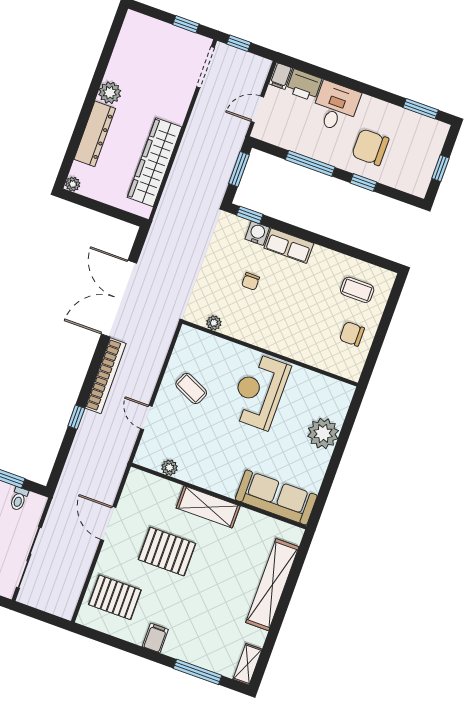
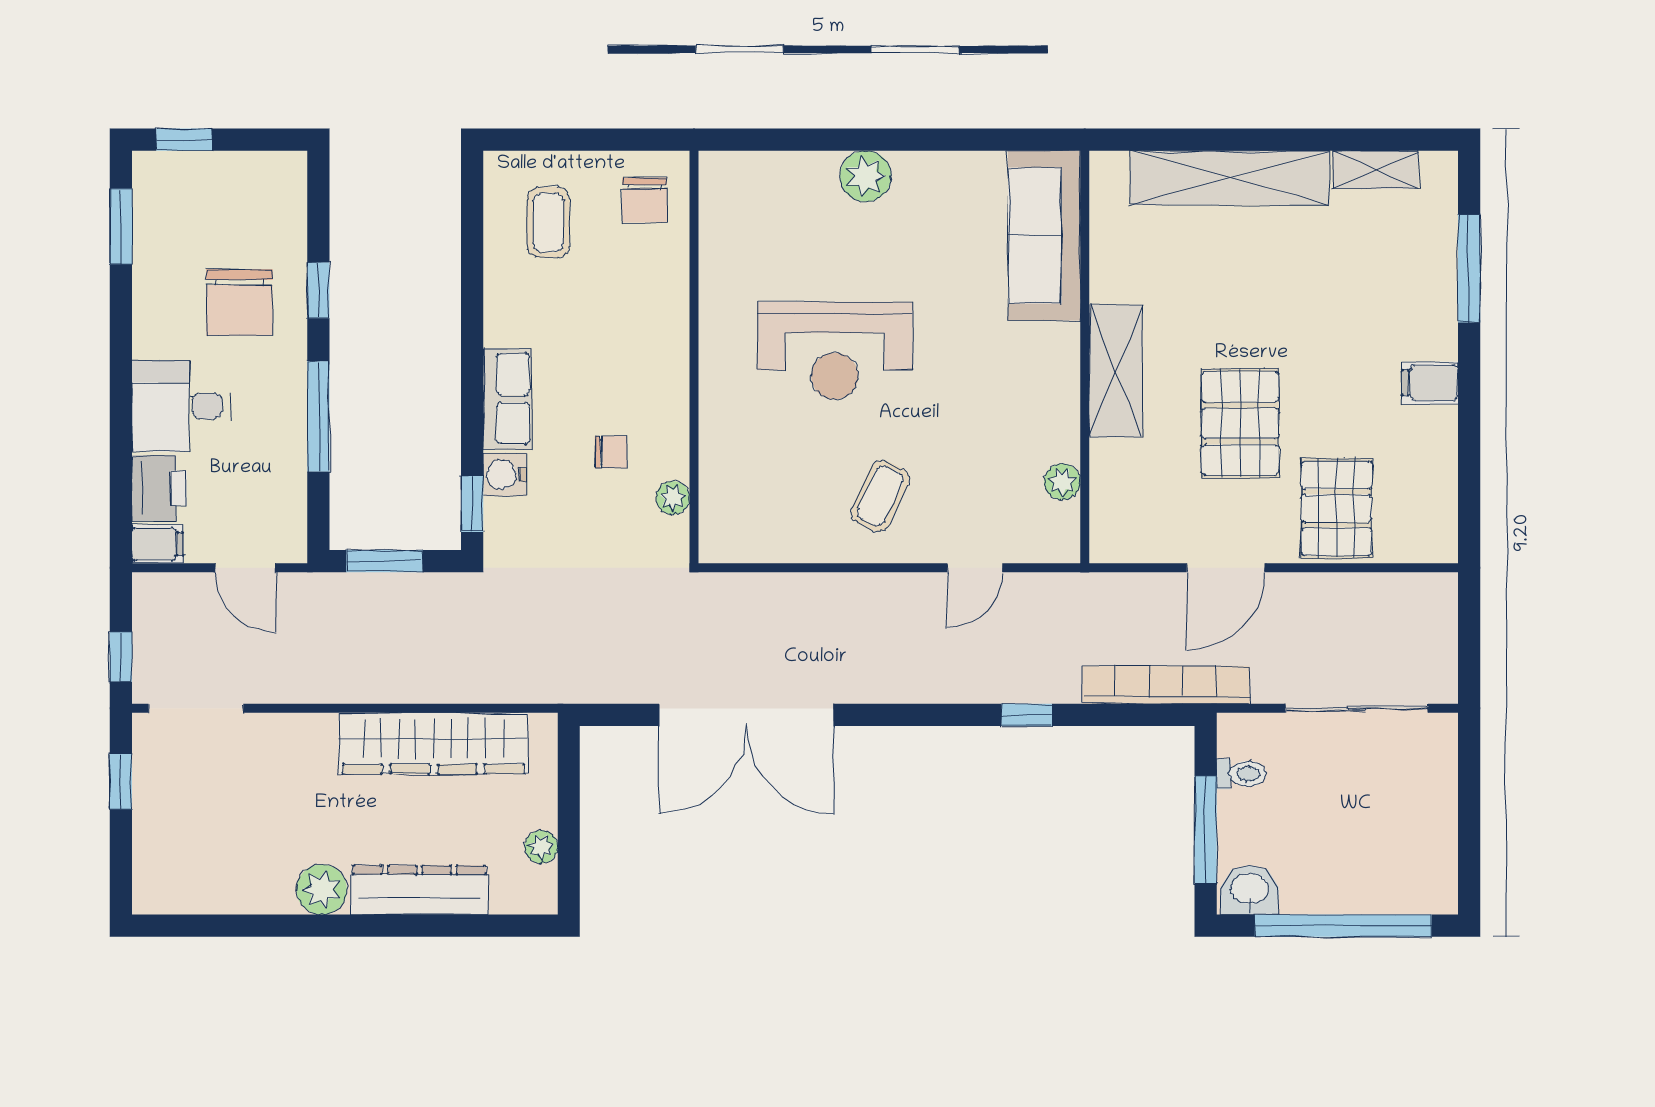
window: (440, 168) -> (184, 140), moved
plant: (73, 184) -> (541, 847), moved
plant: (214, 323) -> (673, 498), moved
wall: (270, 353) -> (694, 357), moved
bookcase: (106, 376) -> (1166, 685), moved
plant: (323, 433) -> (866, 176), width x0.73, depth x0.73
pallet: (115, 597) -> (1336, 508), moved
shelving: (248, 664) -> (1376, 170), moved

